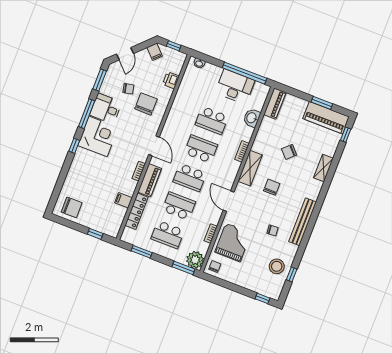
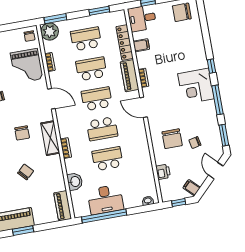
desk: (106, 109) -> (142, 18), moved, turned 180
school desk: (179, 206) -> (91, 69), turned 180

